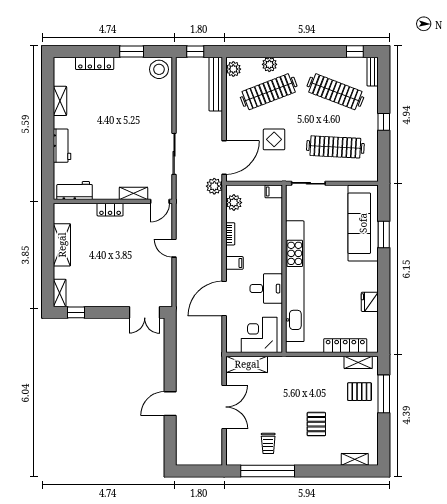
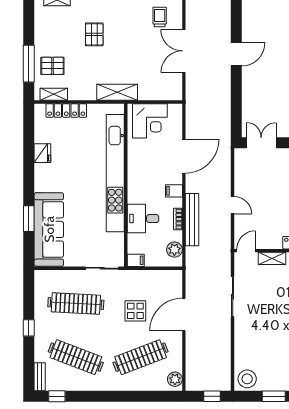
plant: (269, 64) -> (140, 384), removed
bench: (216, 84) -> (192, 220), moved
door: (224, 157) -> (184, 315), moved
plant: (214, 186) -> (193, 265), removed
desk: (266, 289) -> (143, 219), moved
shelving: (247, 364) -> (117, 92), moved
trolley: (268, 443) -> (160, 17), moved

